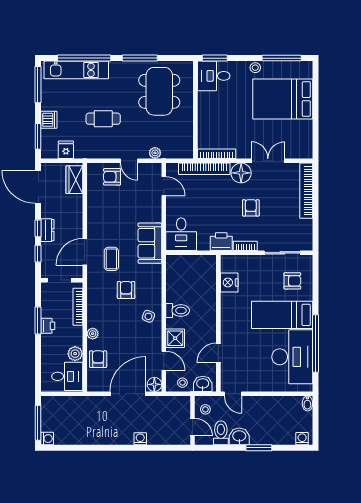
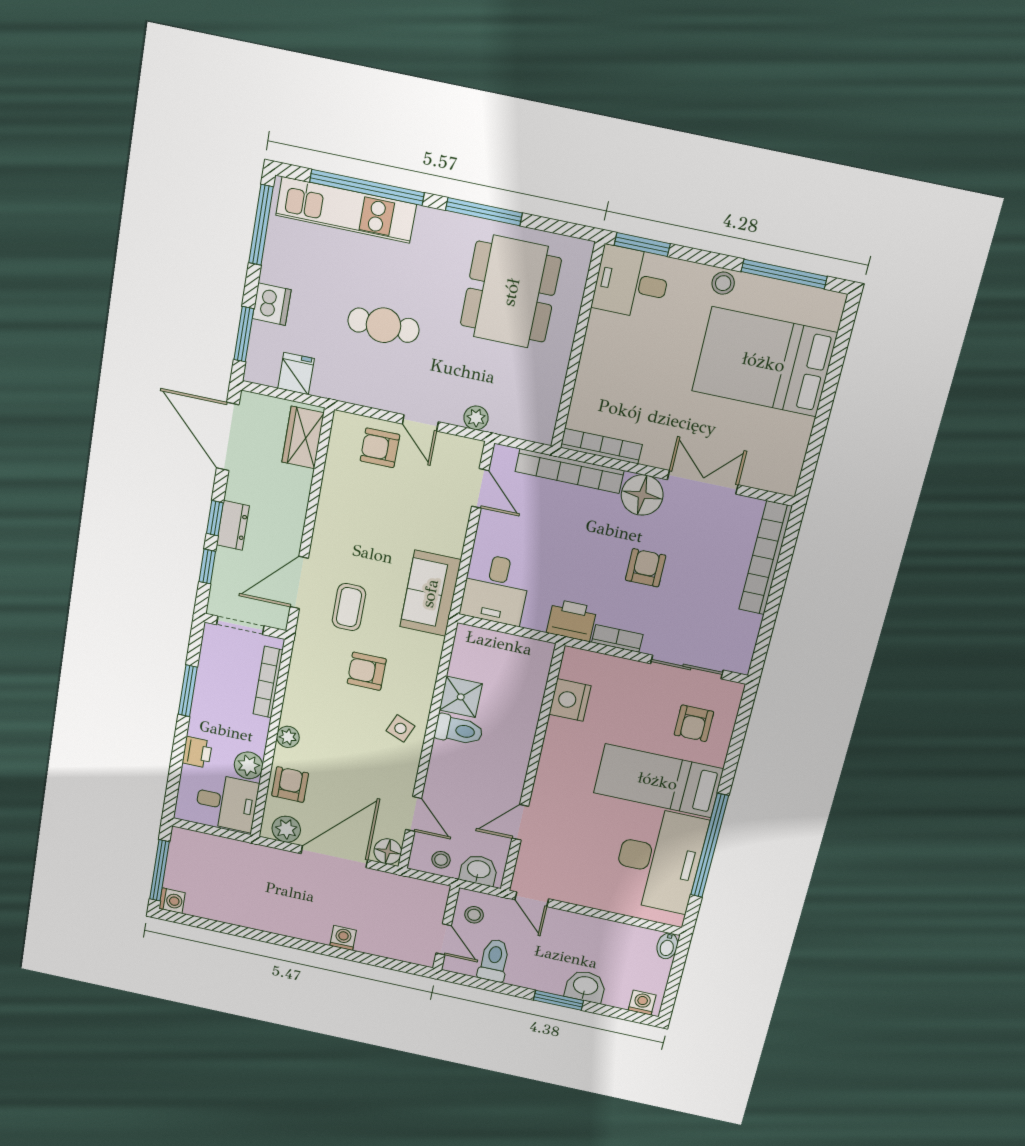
armchair: (292, 281) -> (694, 723), turned 90
armchair: (126, 290) -> (367, 671), turned -90
printer: (48, 326) -> (197, 752), moved
shower: (175, 338) -> (461, 697), moved
plant: (100, 384) -> (286, 829), added
washbasin: (239, 436) -> (585, 986), moved

